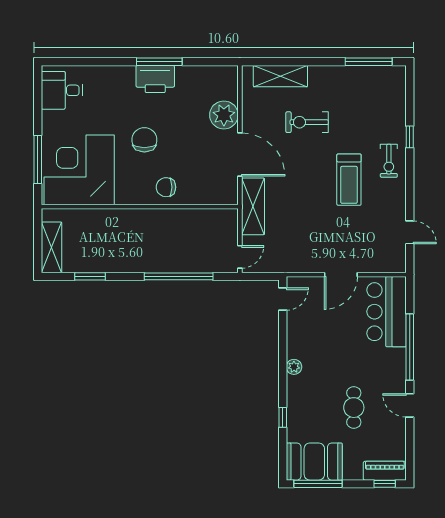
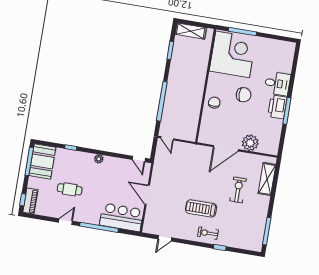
desk: (62, 90) -> (277, 84), moved, turned 90
shelving: (253, 206) -> (195, 151), removed

